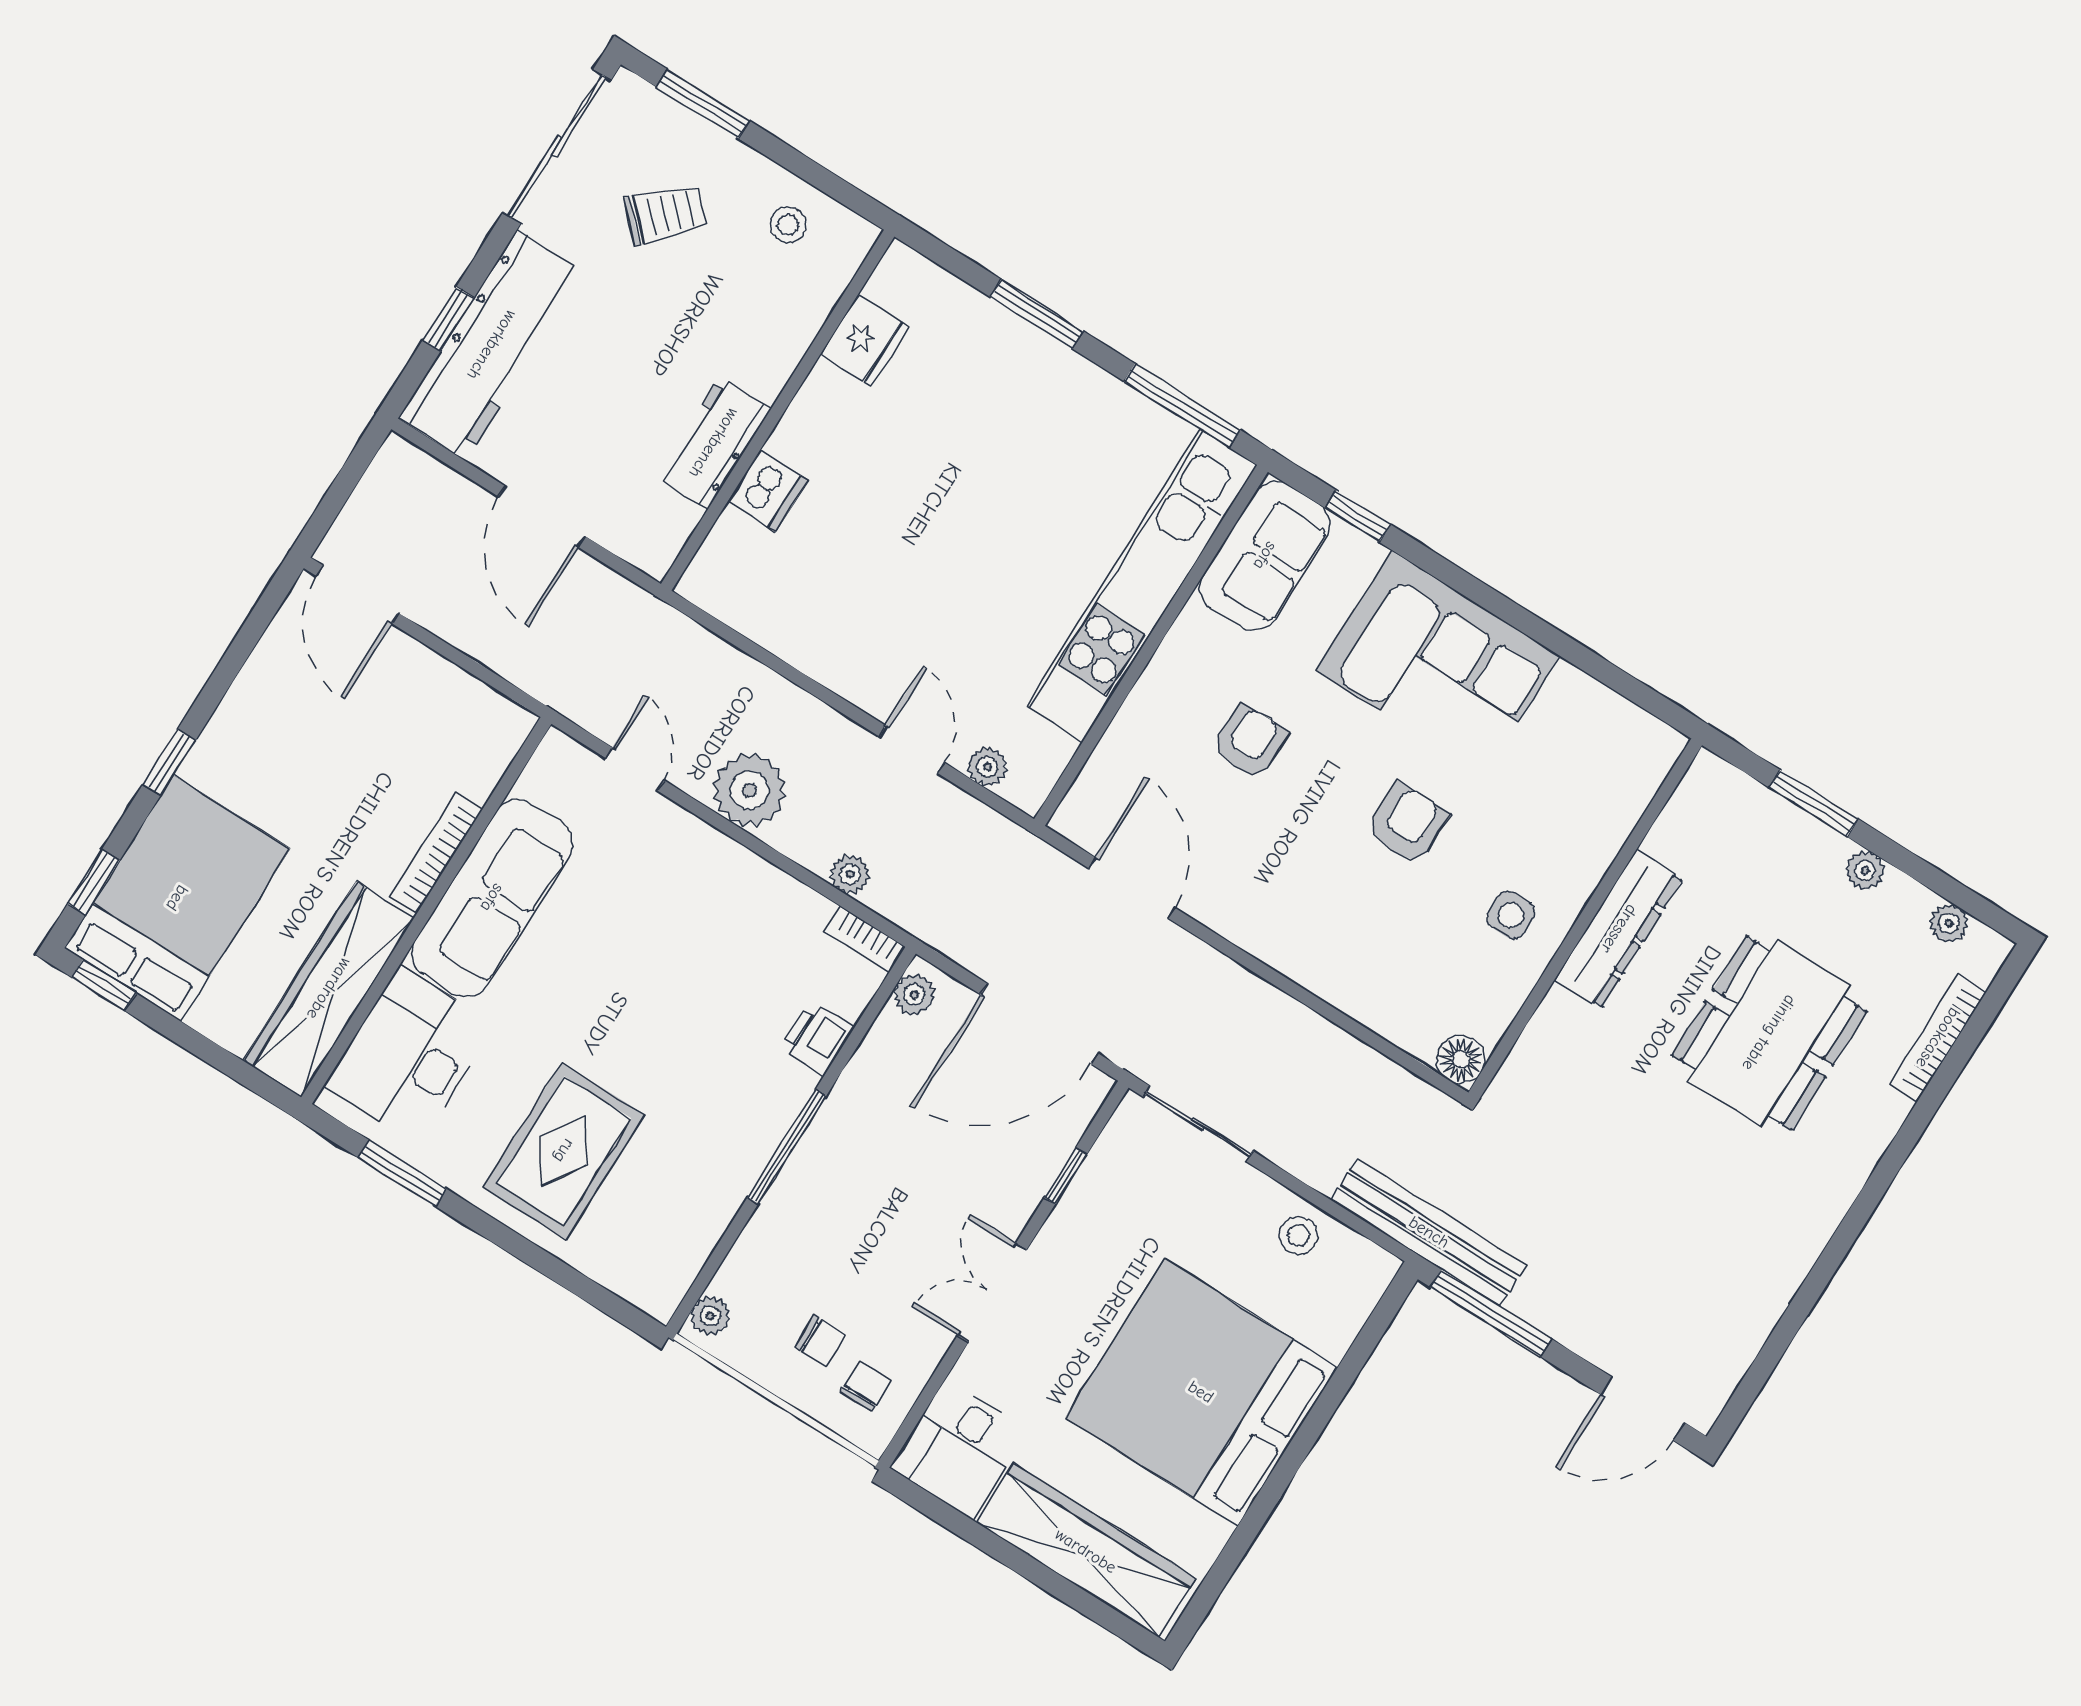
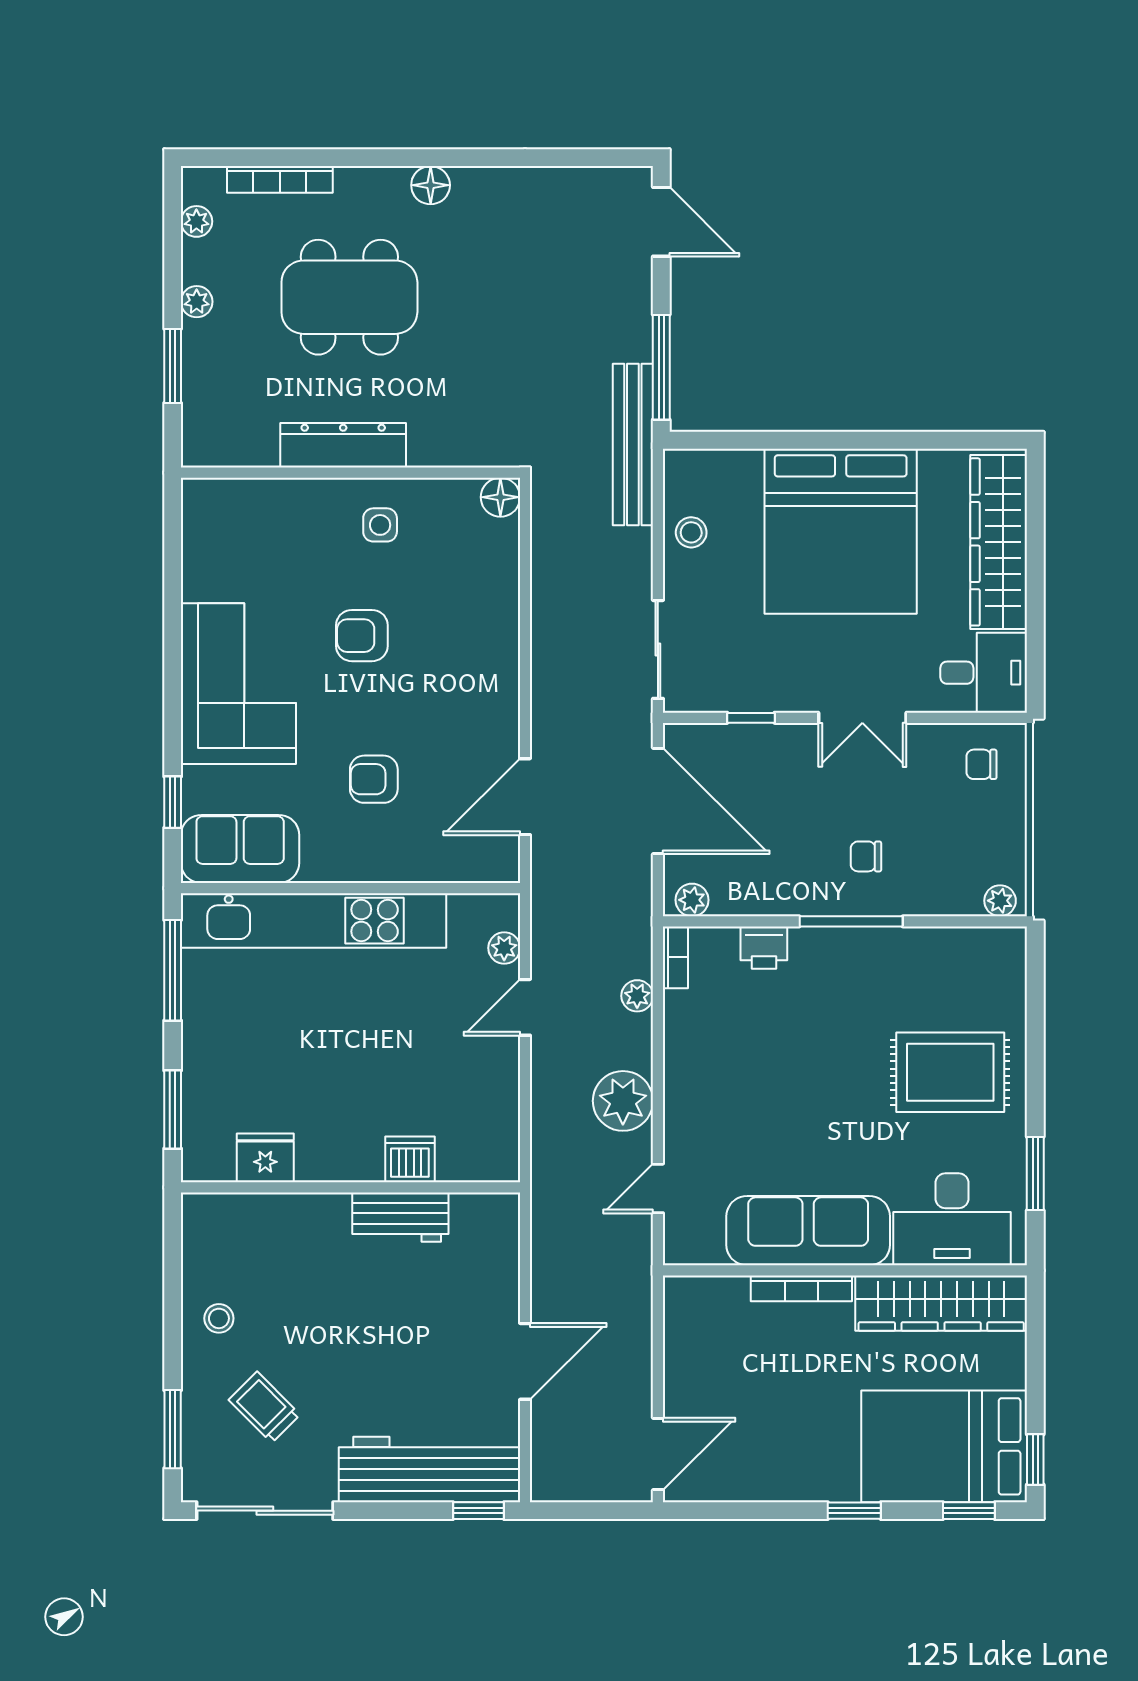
window: (448, 319) -> (479, 1511), moved
fridge: (864, 341) -> (265, 1158), moved
wall: (778, 410) -> (350, 1187), moved
workbench: (714, 443) -> (400, 1217), moved
dishwasher: (768, 491) -> (410, 1159), moved
floor lamp: (1833, 1192) -> (431, 185), added
chair: (820, 1341) -> (866, 856), moved, turned -90

